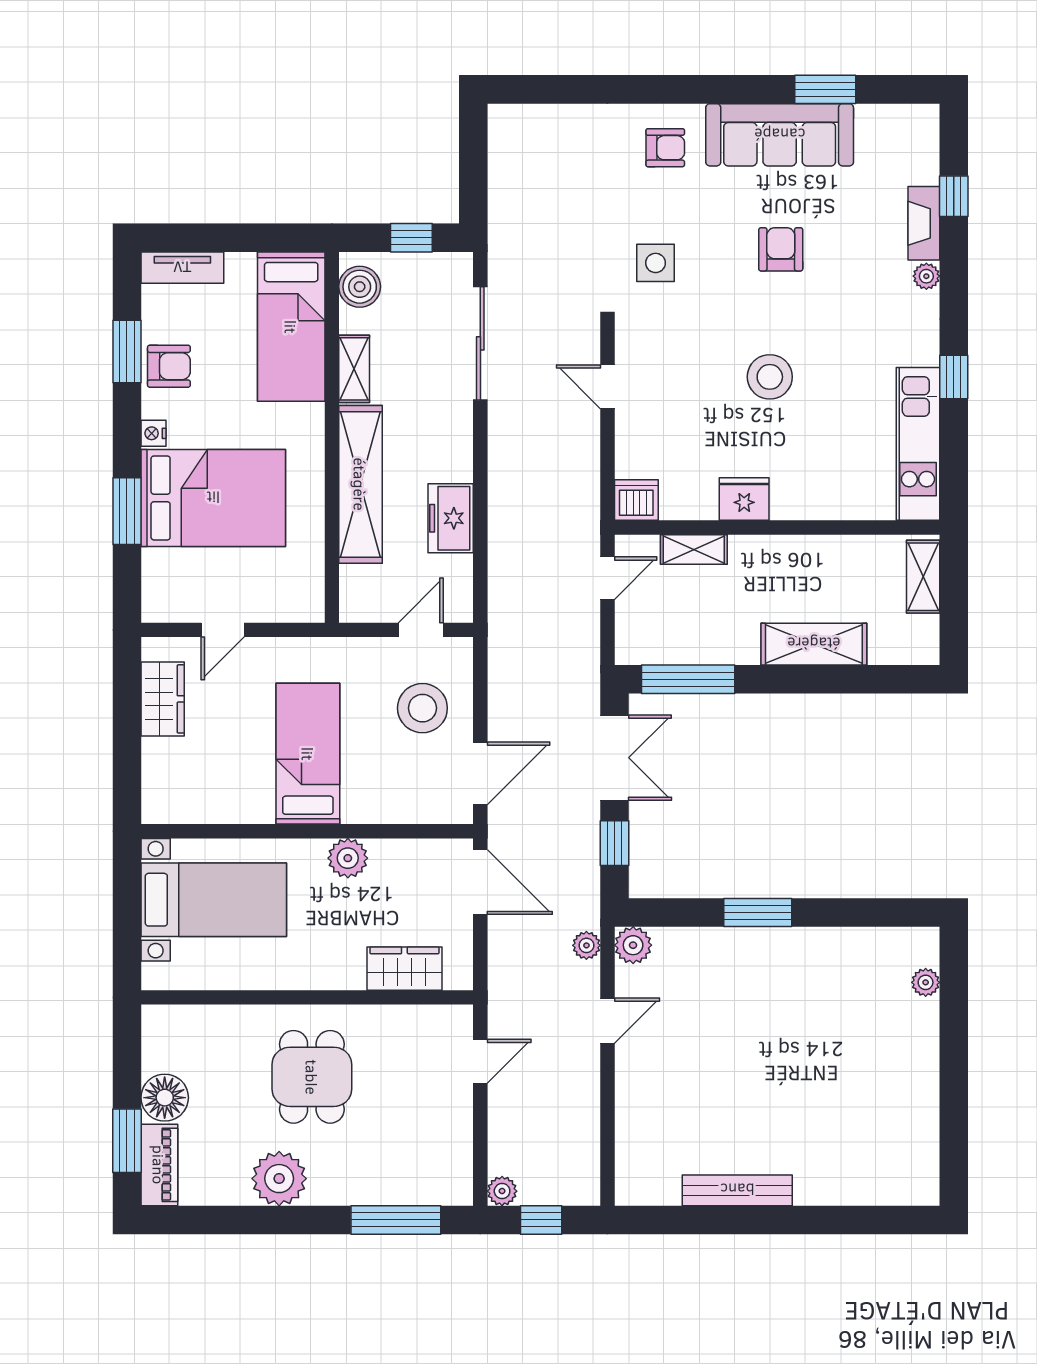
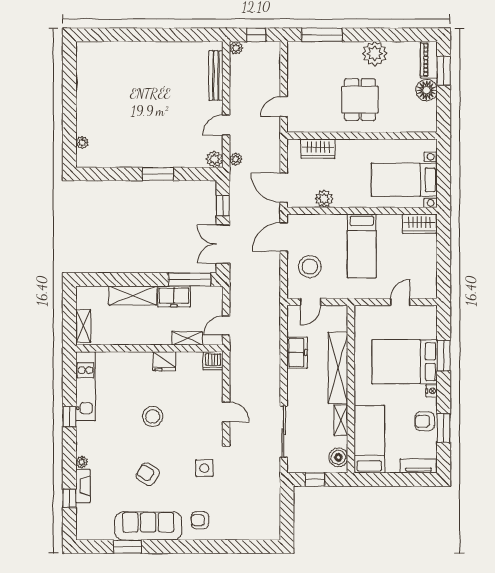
armchair: (781, 249) -> (148, 474), turned 122
freezer: (722, 642) -> (174, 296), added
wardrobe: (163, 699) -> (419, 224), moved, turned -90
plant: (348, 858) -> (324, 199), moved
bench: (737, 1190) -> (216, 75), moved, turned 90
plant: (502, 1191) -> (236, 48), moved

